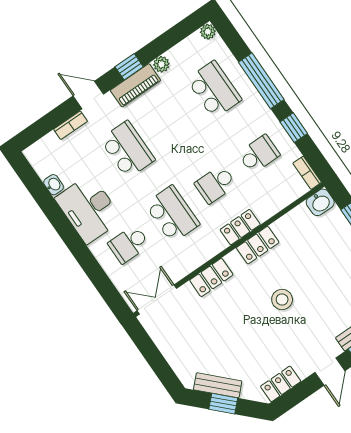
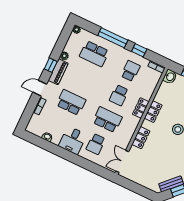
school desk: (214, 90) -> (94, 54), turned 180
desk: (89, 209) -> (73, 140), width x0.73

